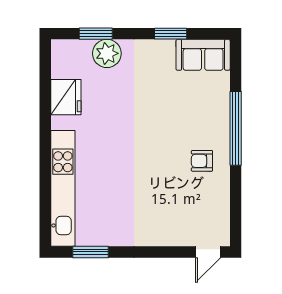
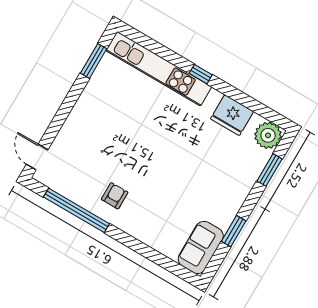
plant: (107, 53) -> (268, 135), moved
window: (236, 128) -> (76, 210), moved
window: (45, 147) -> (201, 74), added

